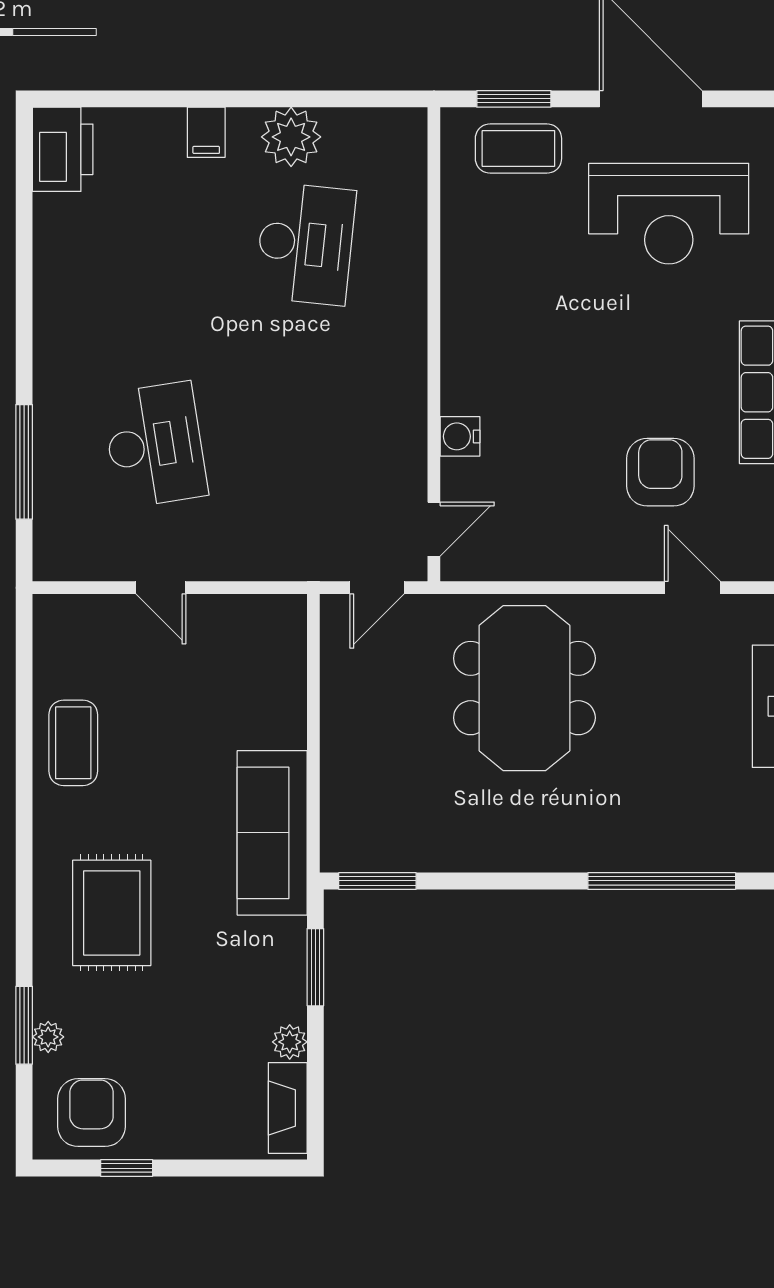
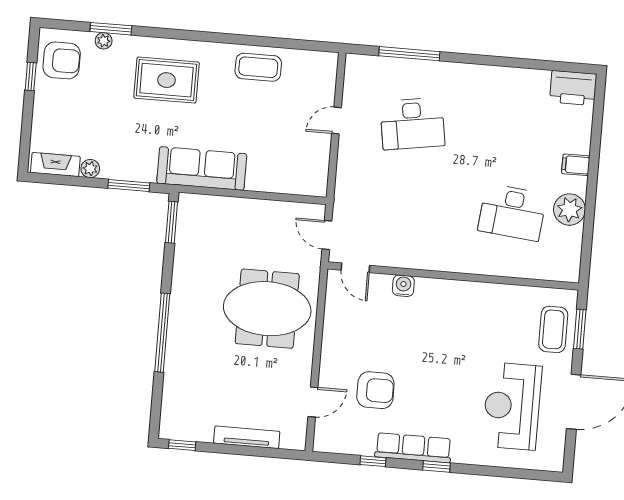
window: (662, 881) -> (162, 333), moved

